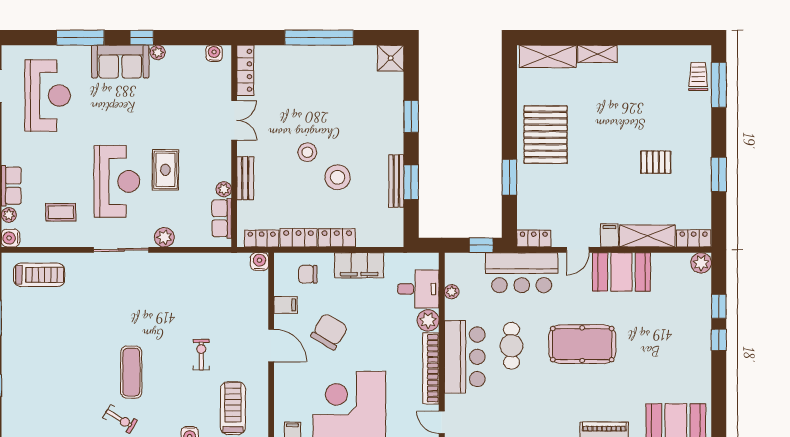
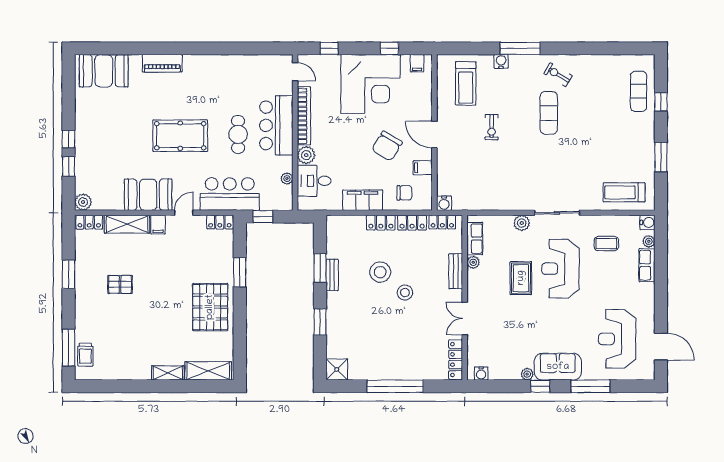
bench: (396, 181) -> (332, 275), width x0.73
exercise mat: (21, 398) -> (639, 91), added

